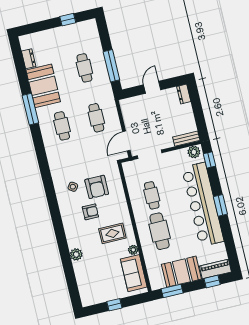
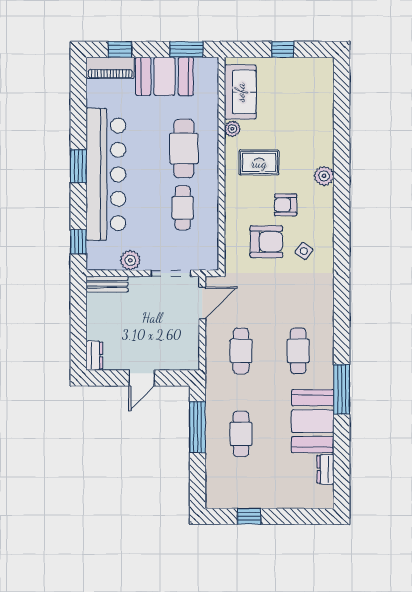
plant: (194, 152) -> (130, 260), moved
armchair: (97, 187) -> (266, 242), turned 90
plant: (76, 254) -> (324, 176), moved

